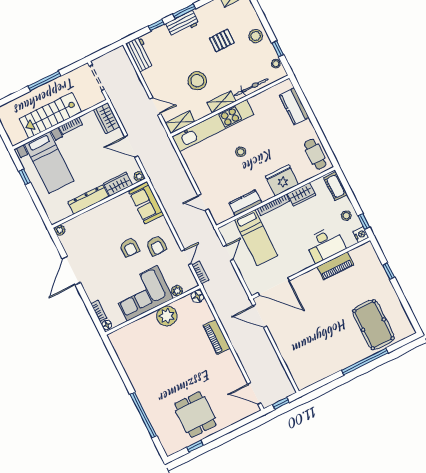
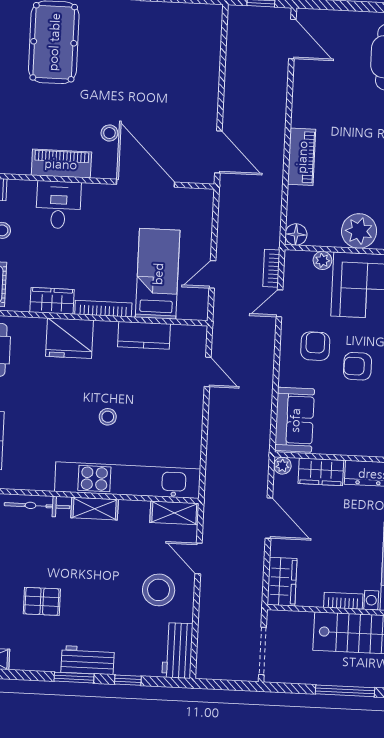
stool: (197, 81) -> (159, 590), moved
desk: (325, 244) -> (58, 205), width x0.73
armchair: (130, 247) -> (357, 366), turned -90
door: (274, 287) -> (146, 183), moved
stool: (320, 295) -> (109, 133), added

